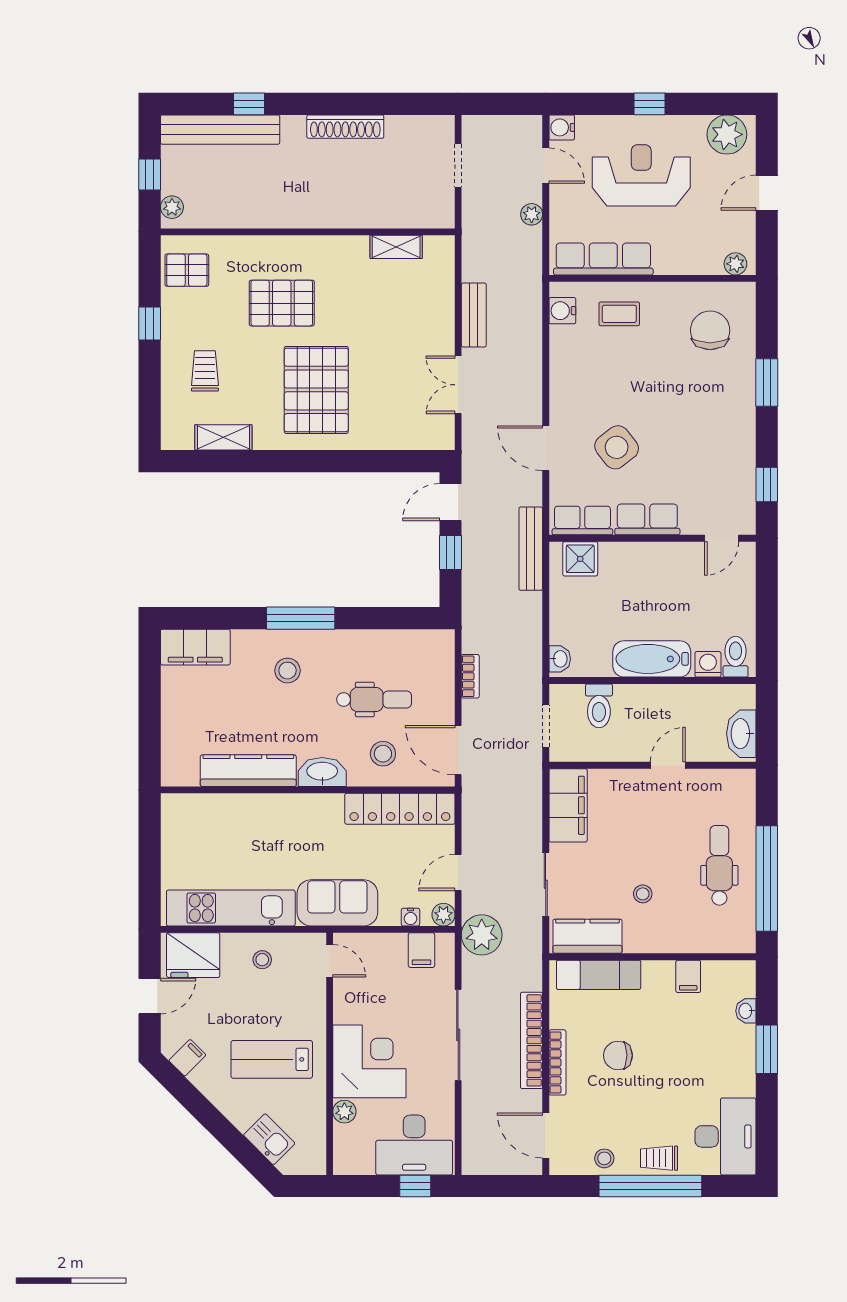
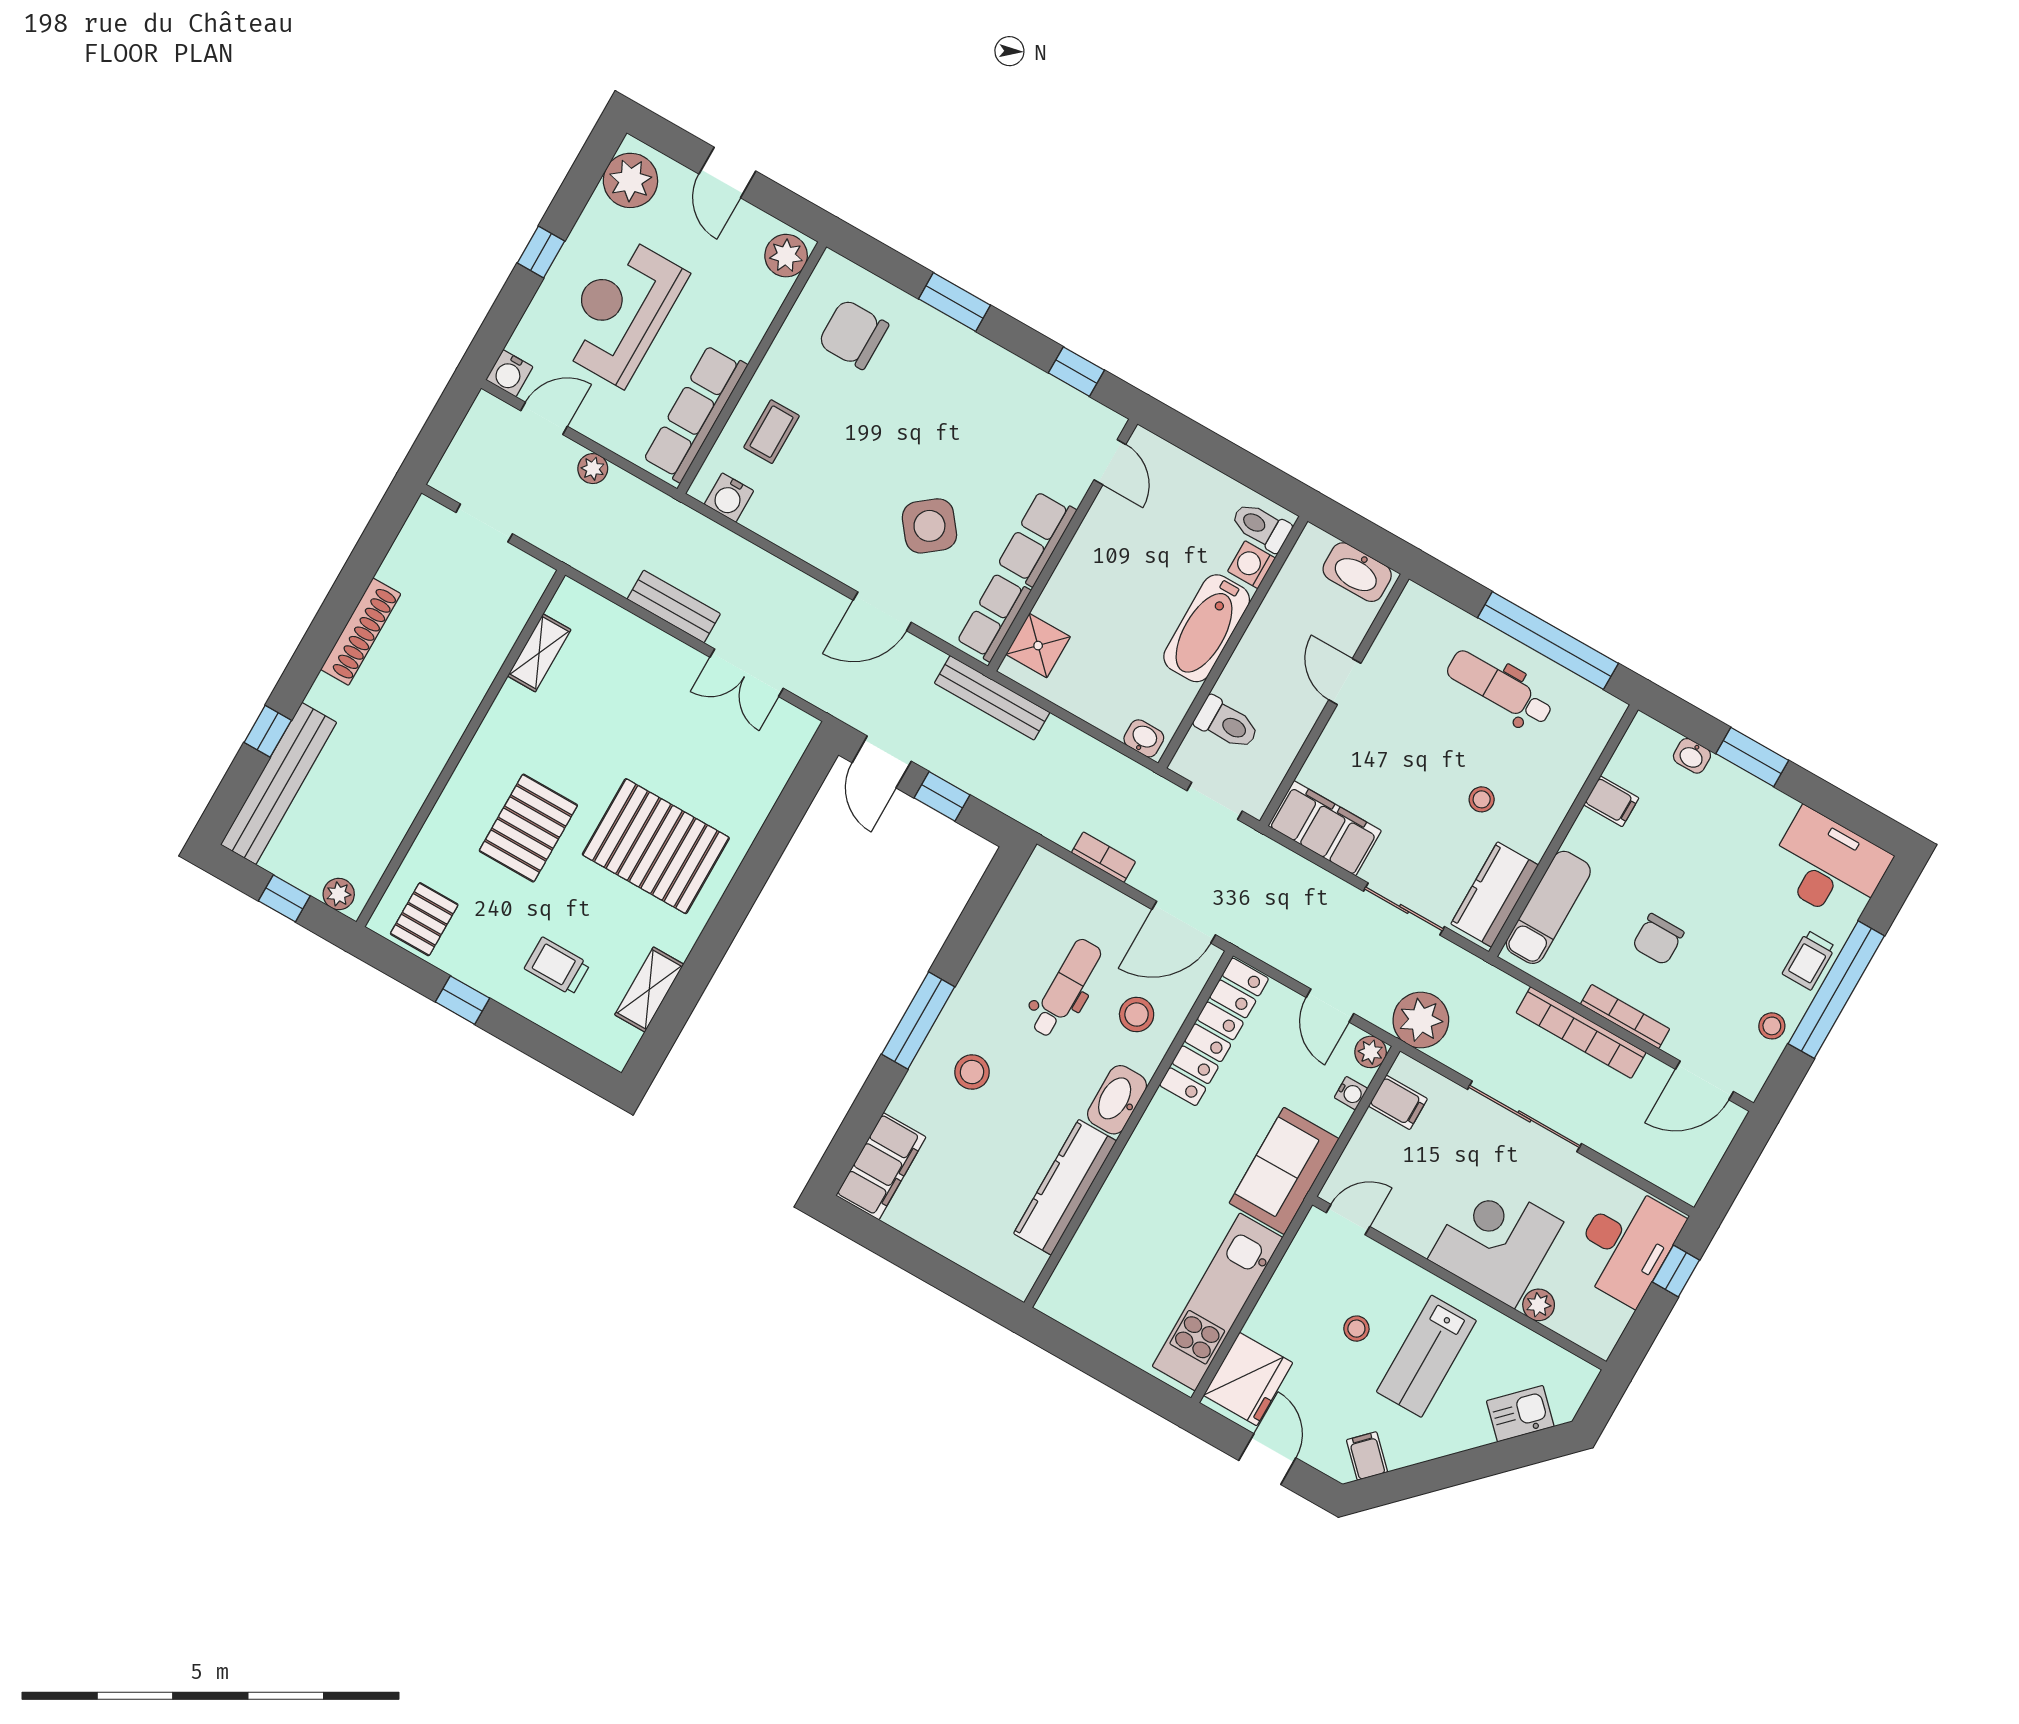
plant: (735, 264) -> (786, 256), width x1.38, depth x1.38
stool: (262, 960) -> (1356, 1329), moved

